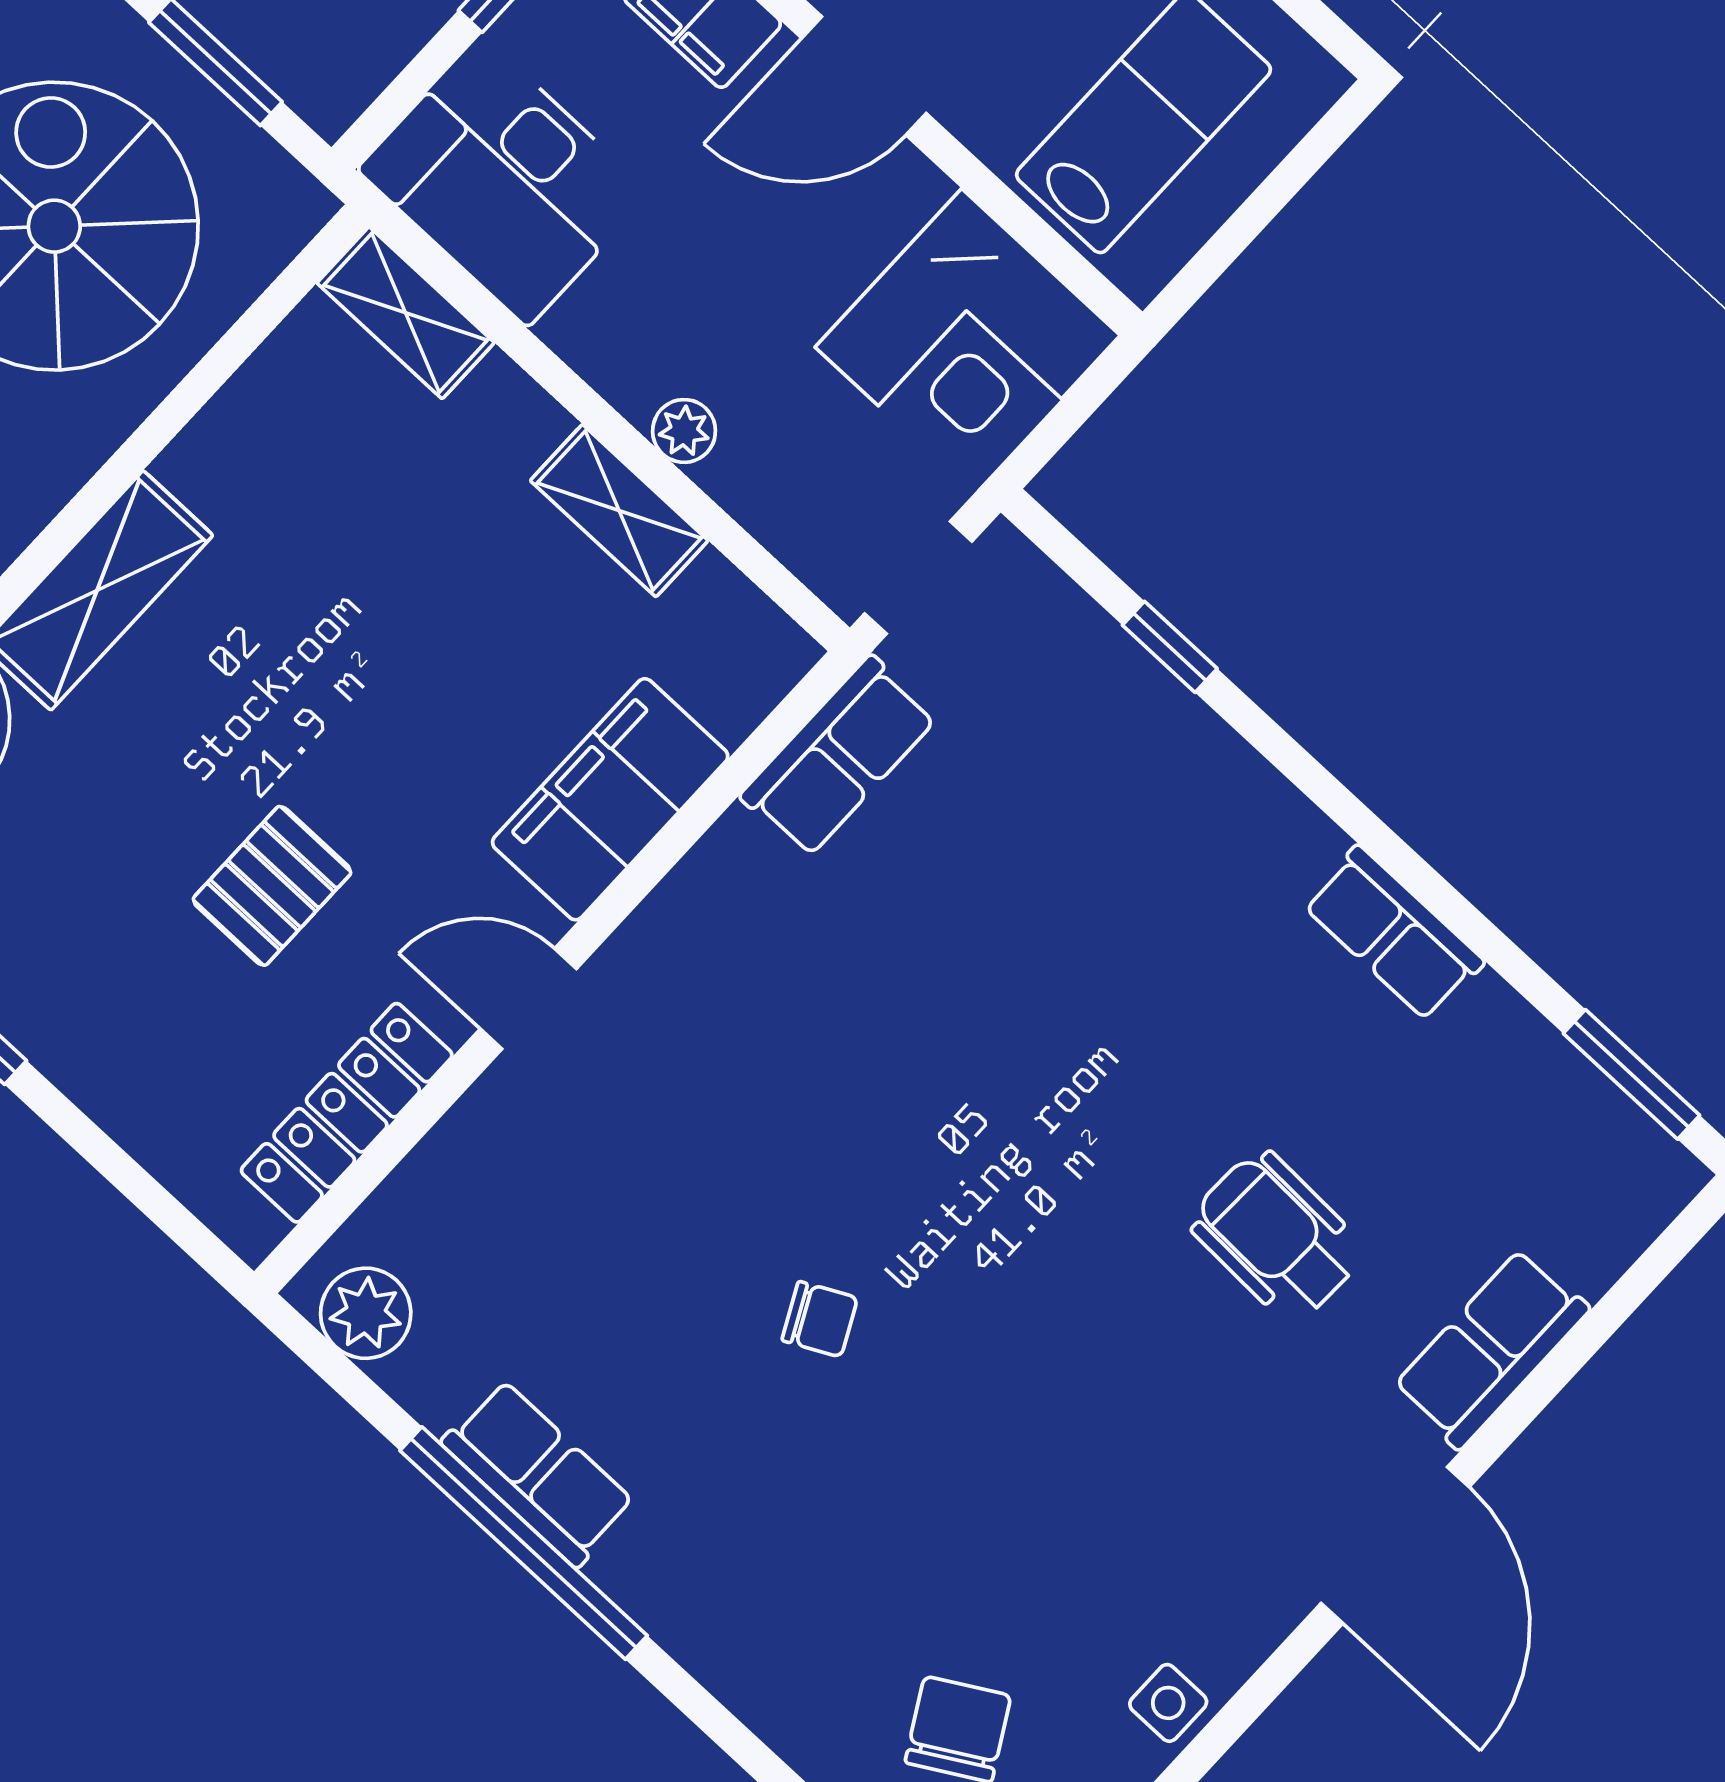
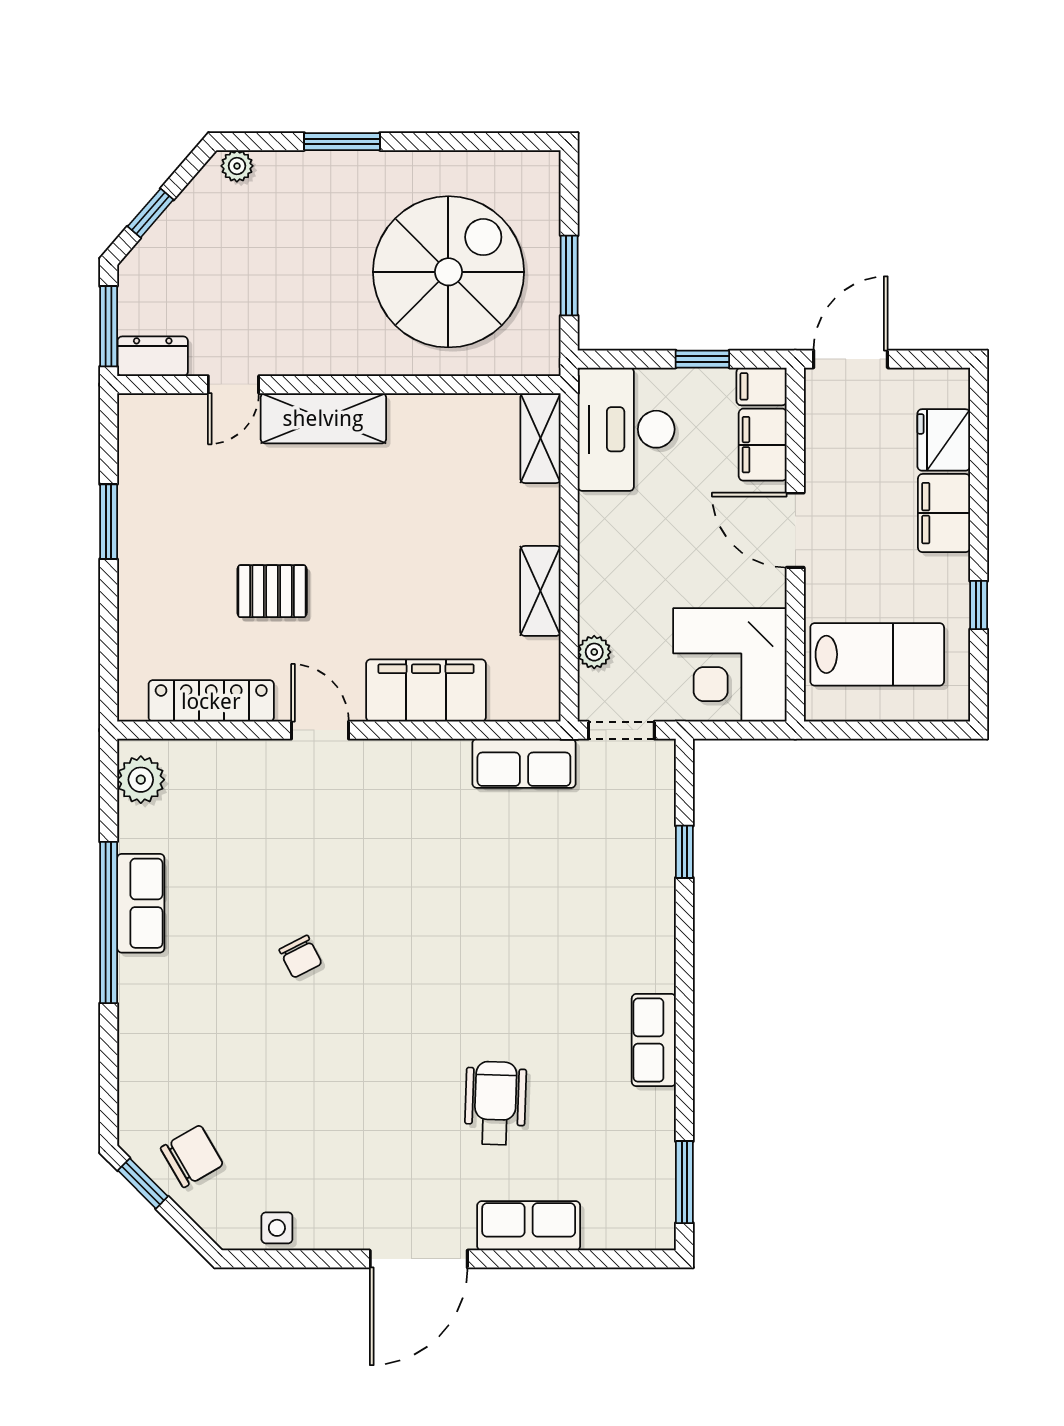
plant: (684, 431) -> (594, 652), moved

